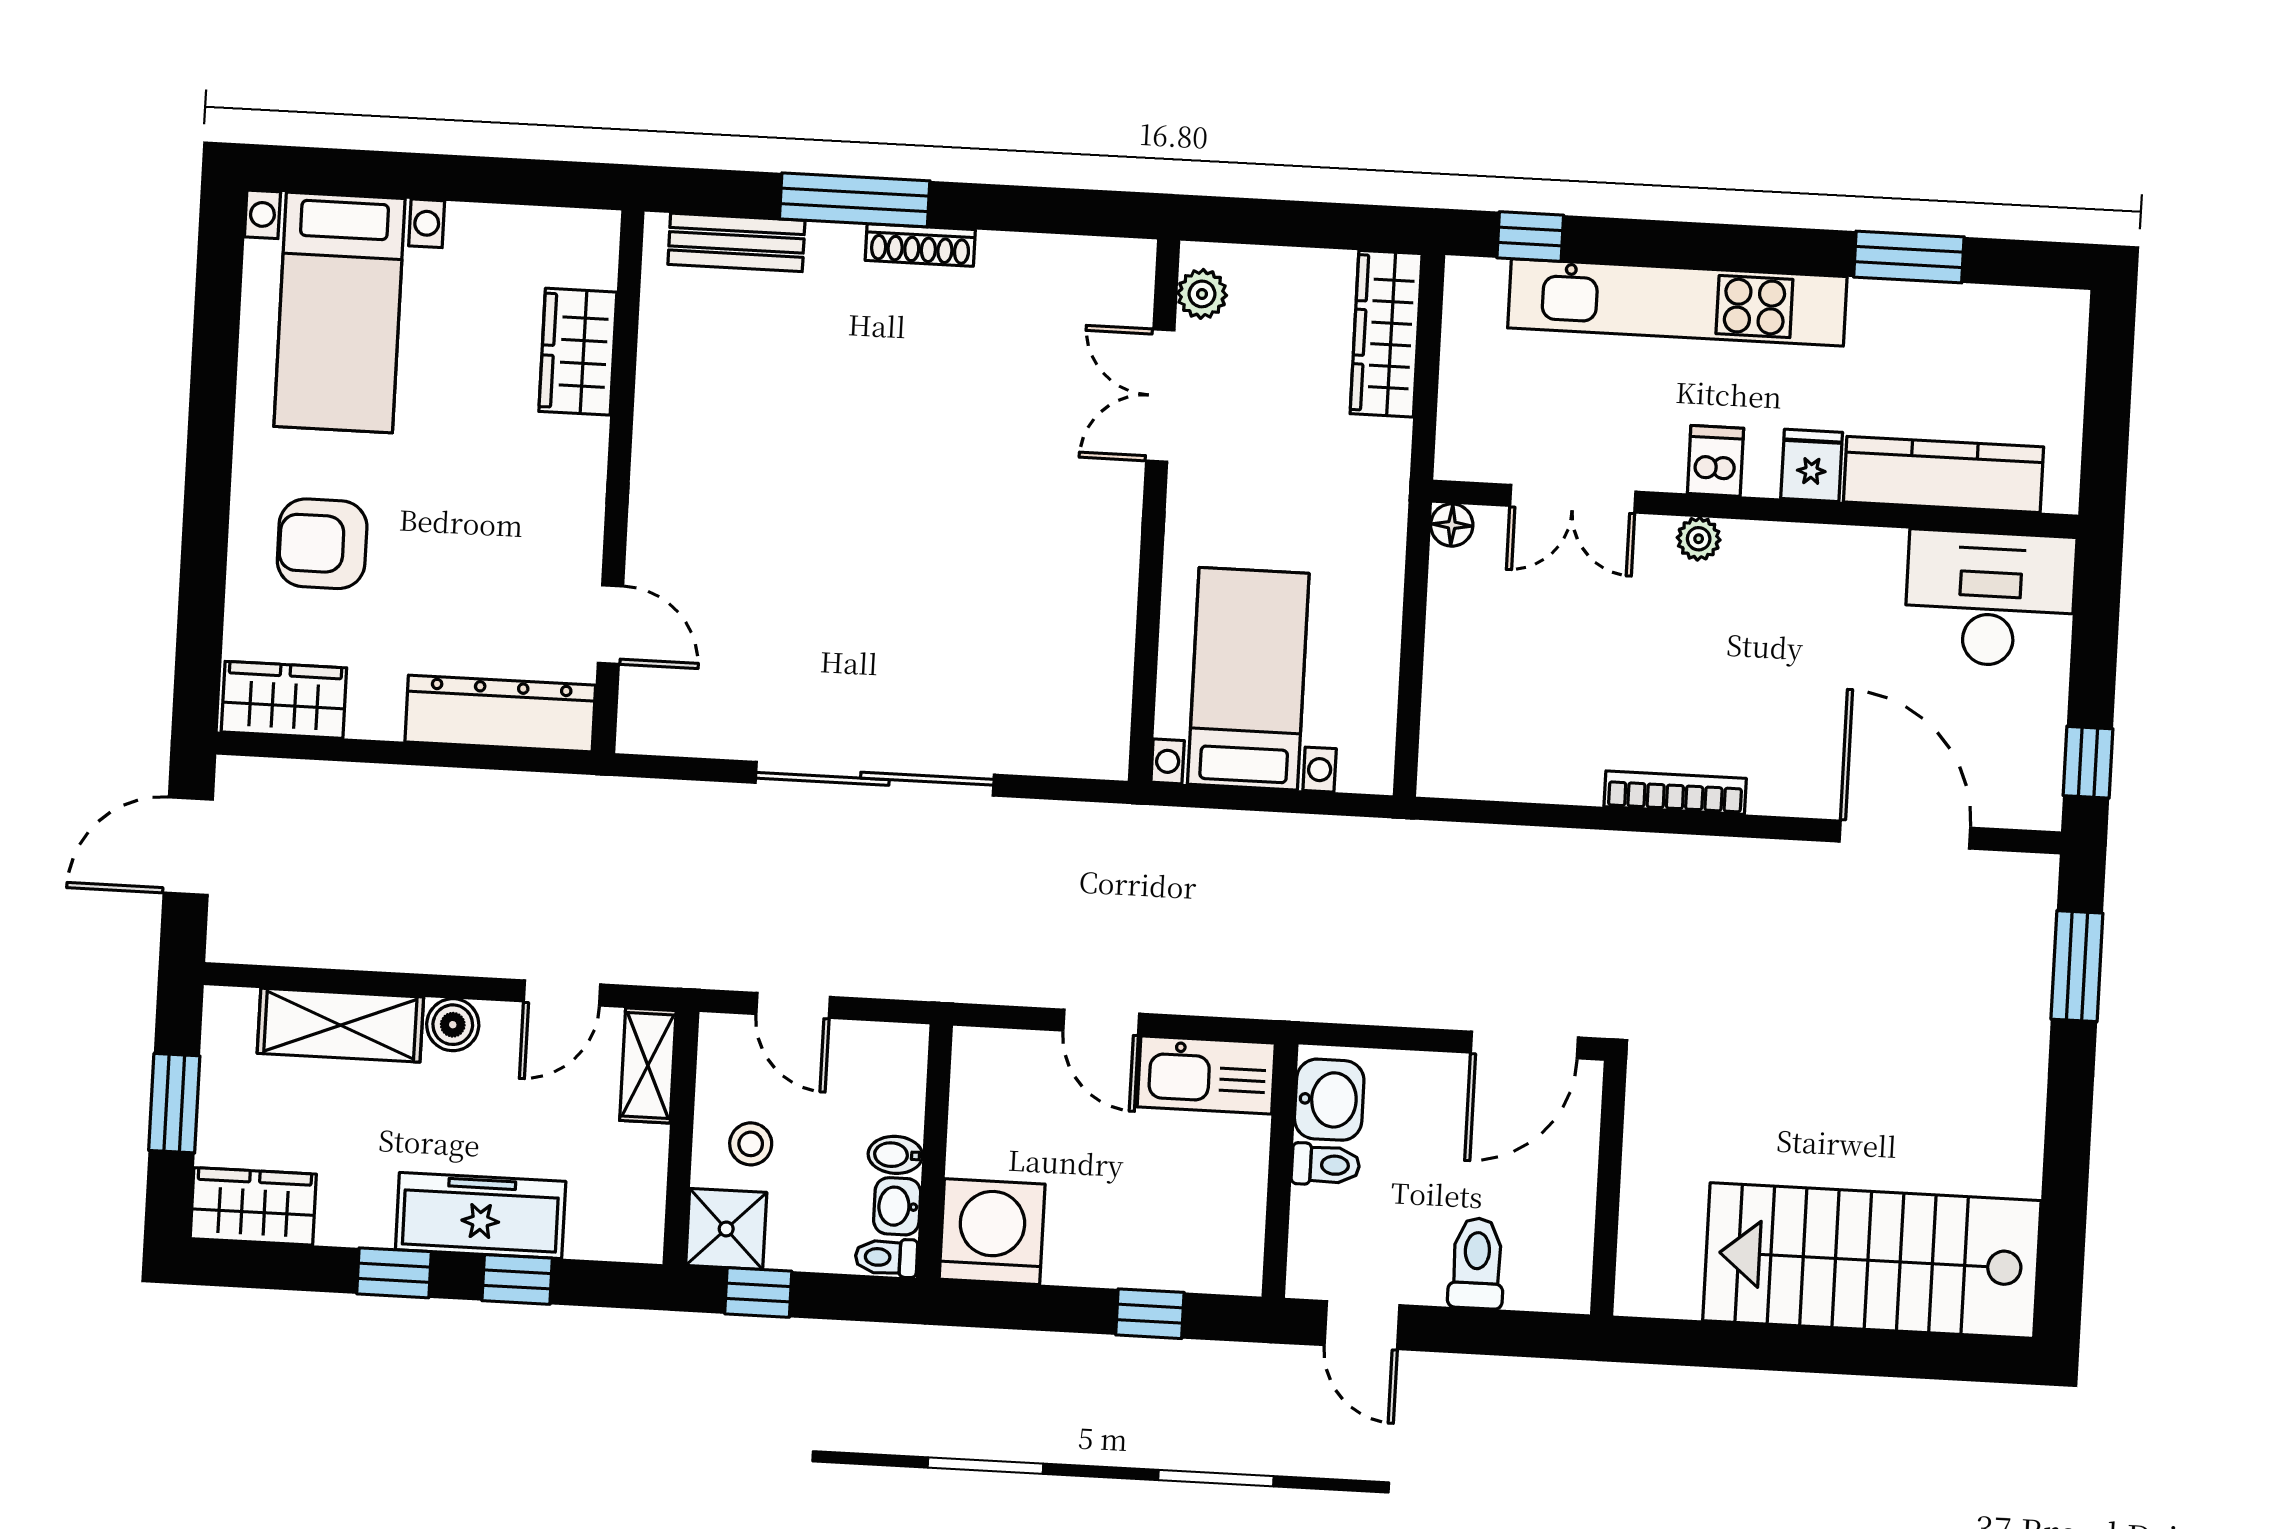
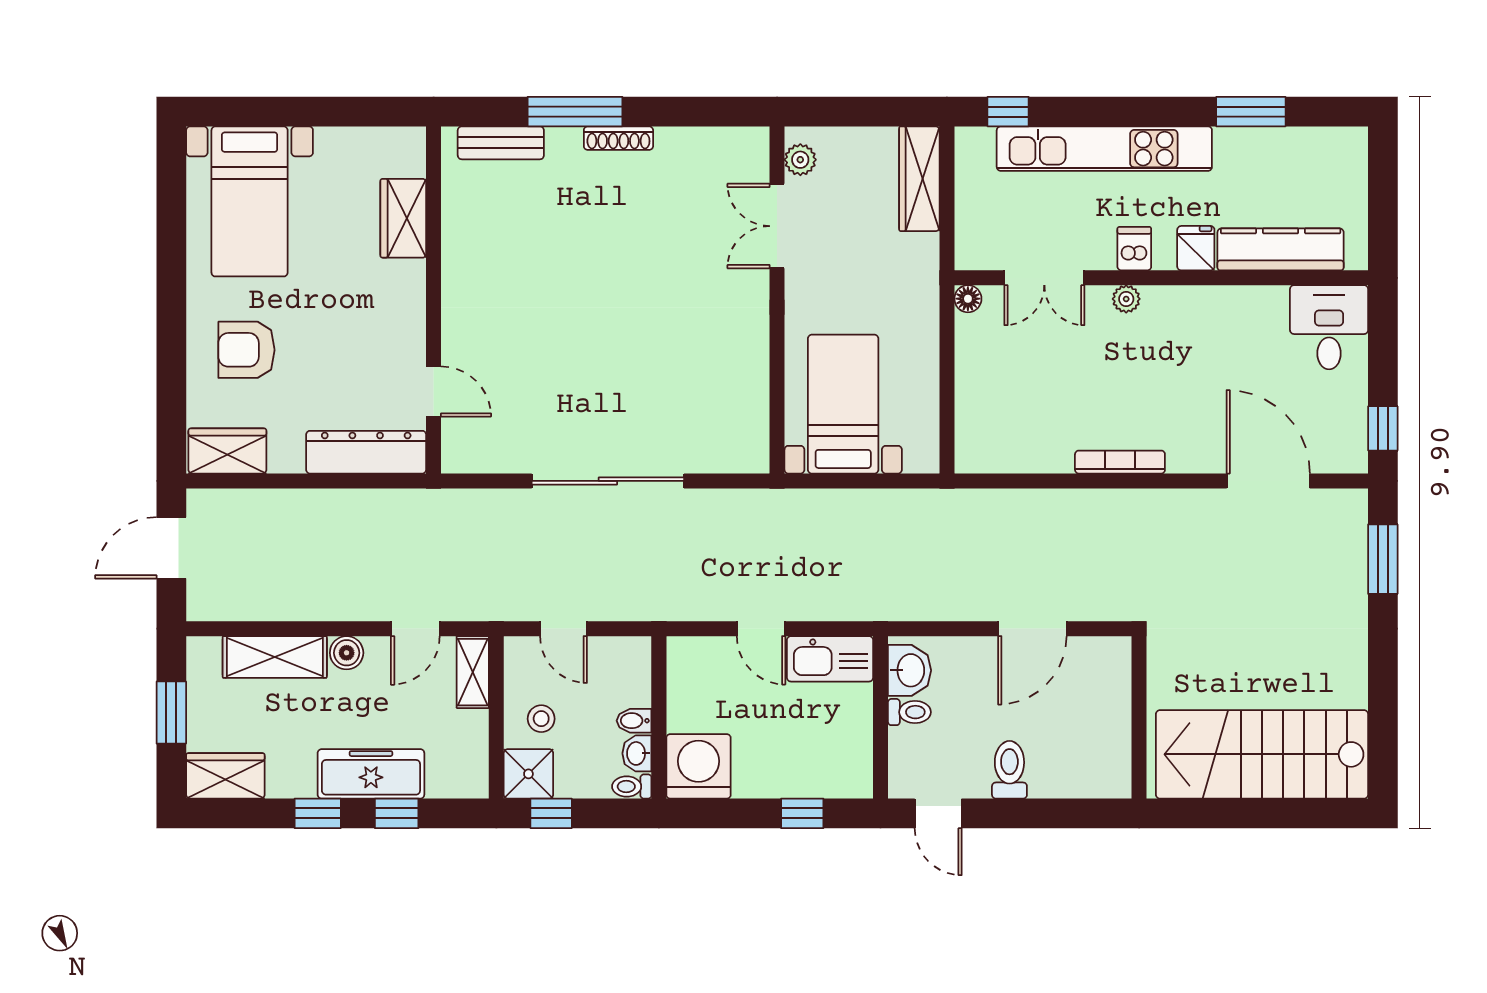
desk: (1990, 599) -> (1329, 327), width x0.73
wall: (1608, 1188) -> (1139, 717), moved

